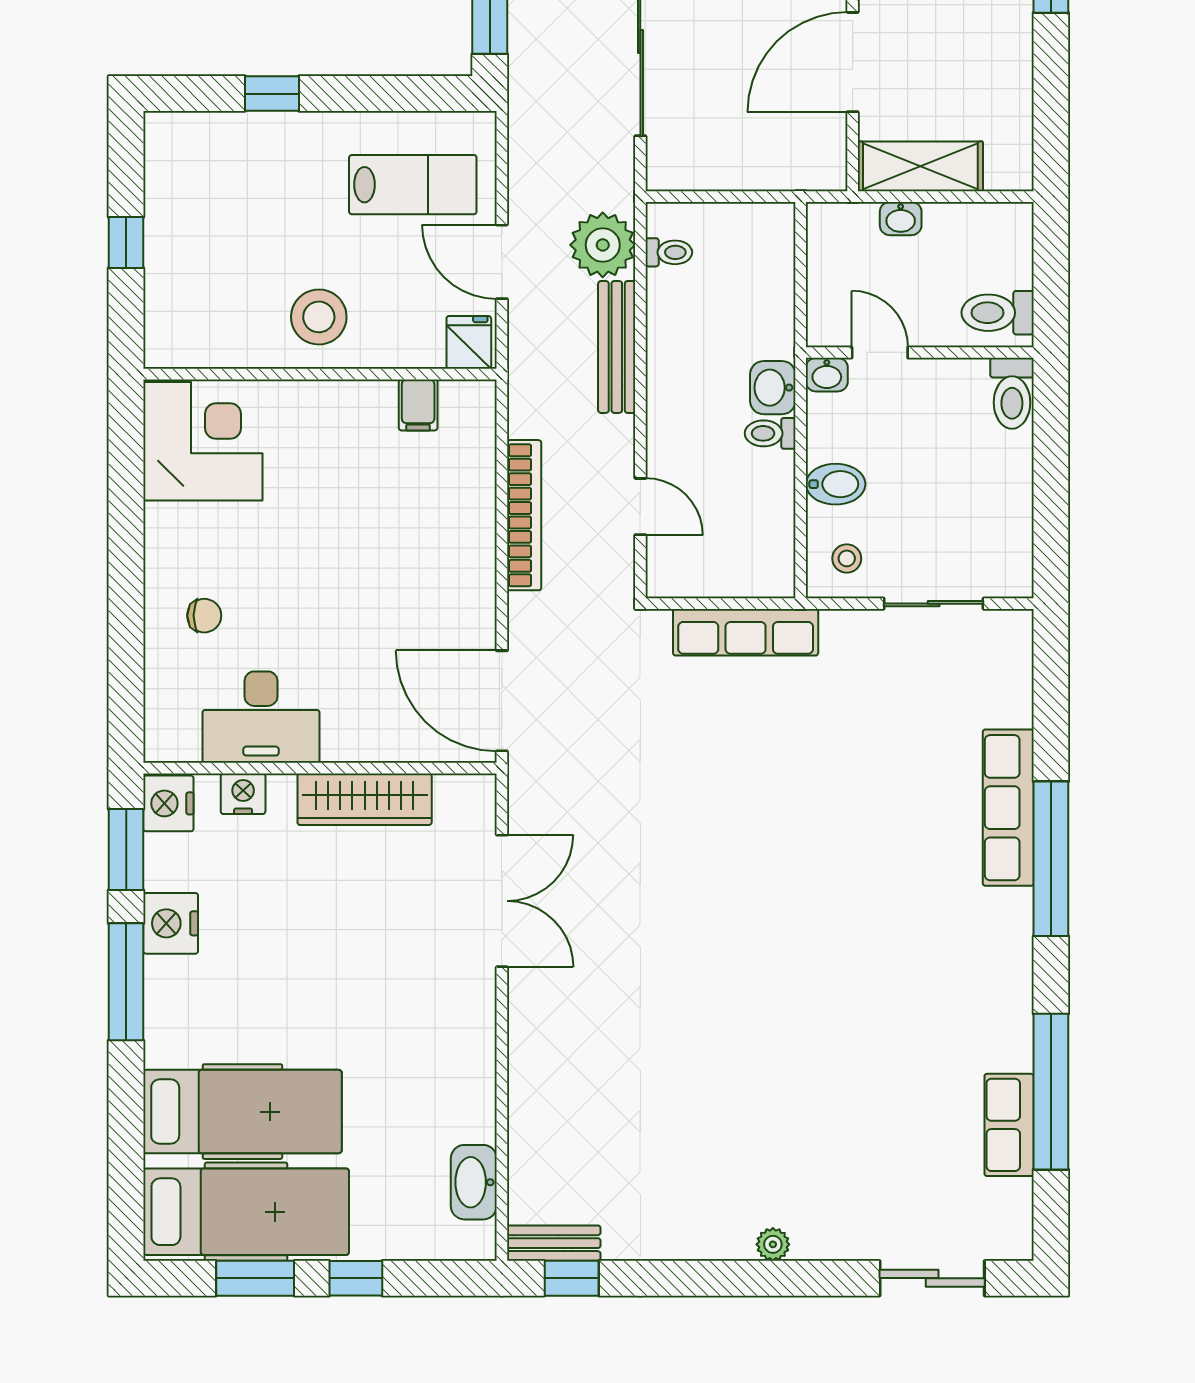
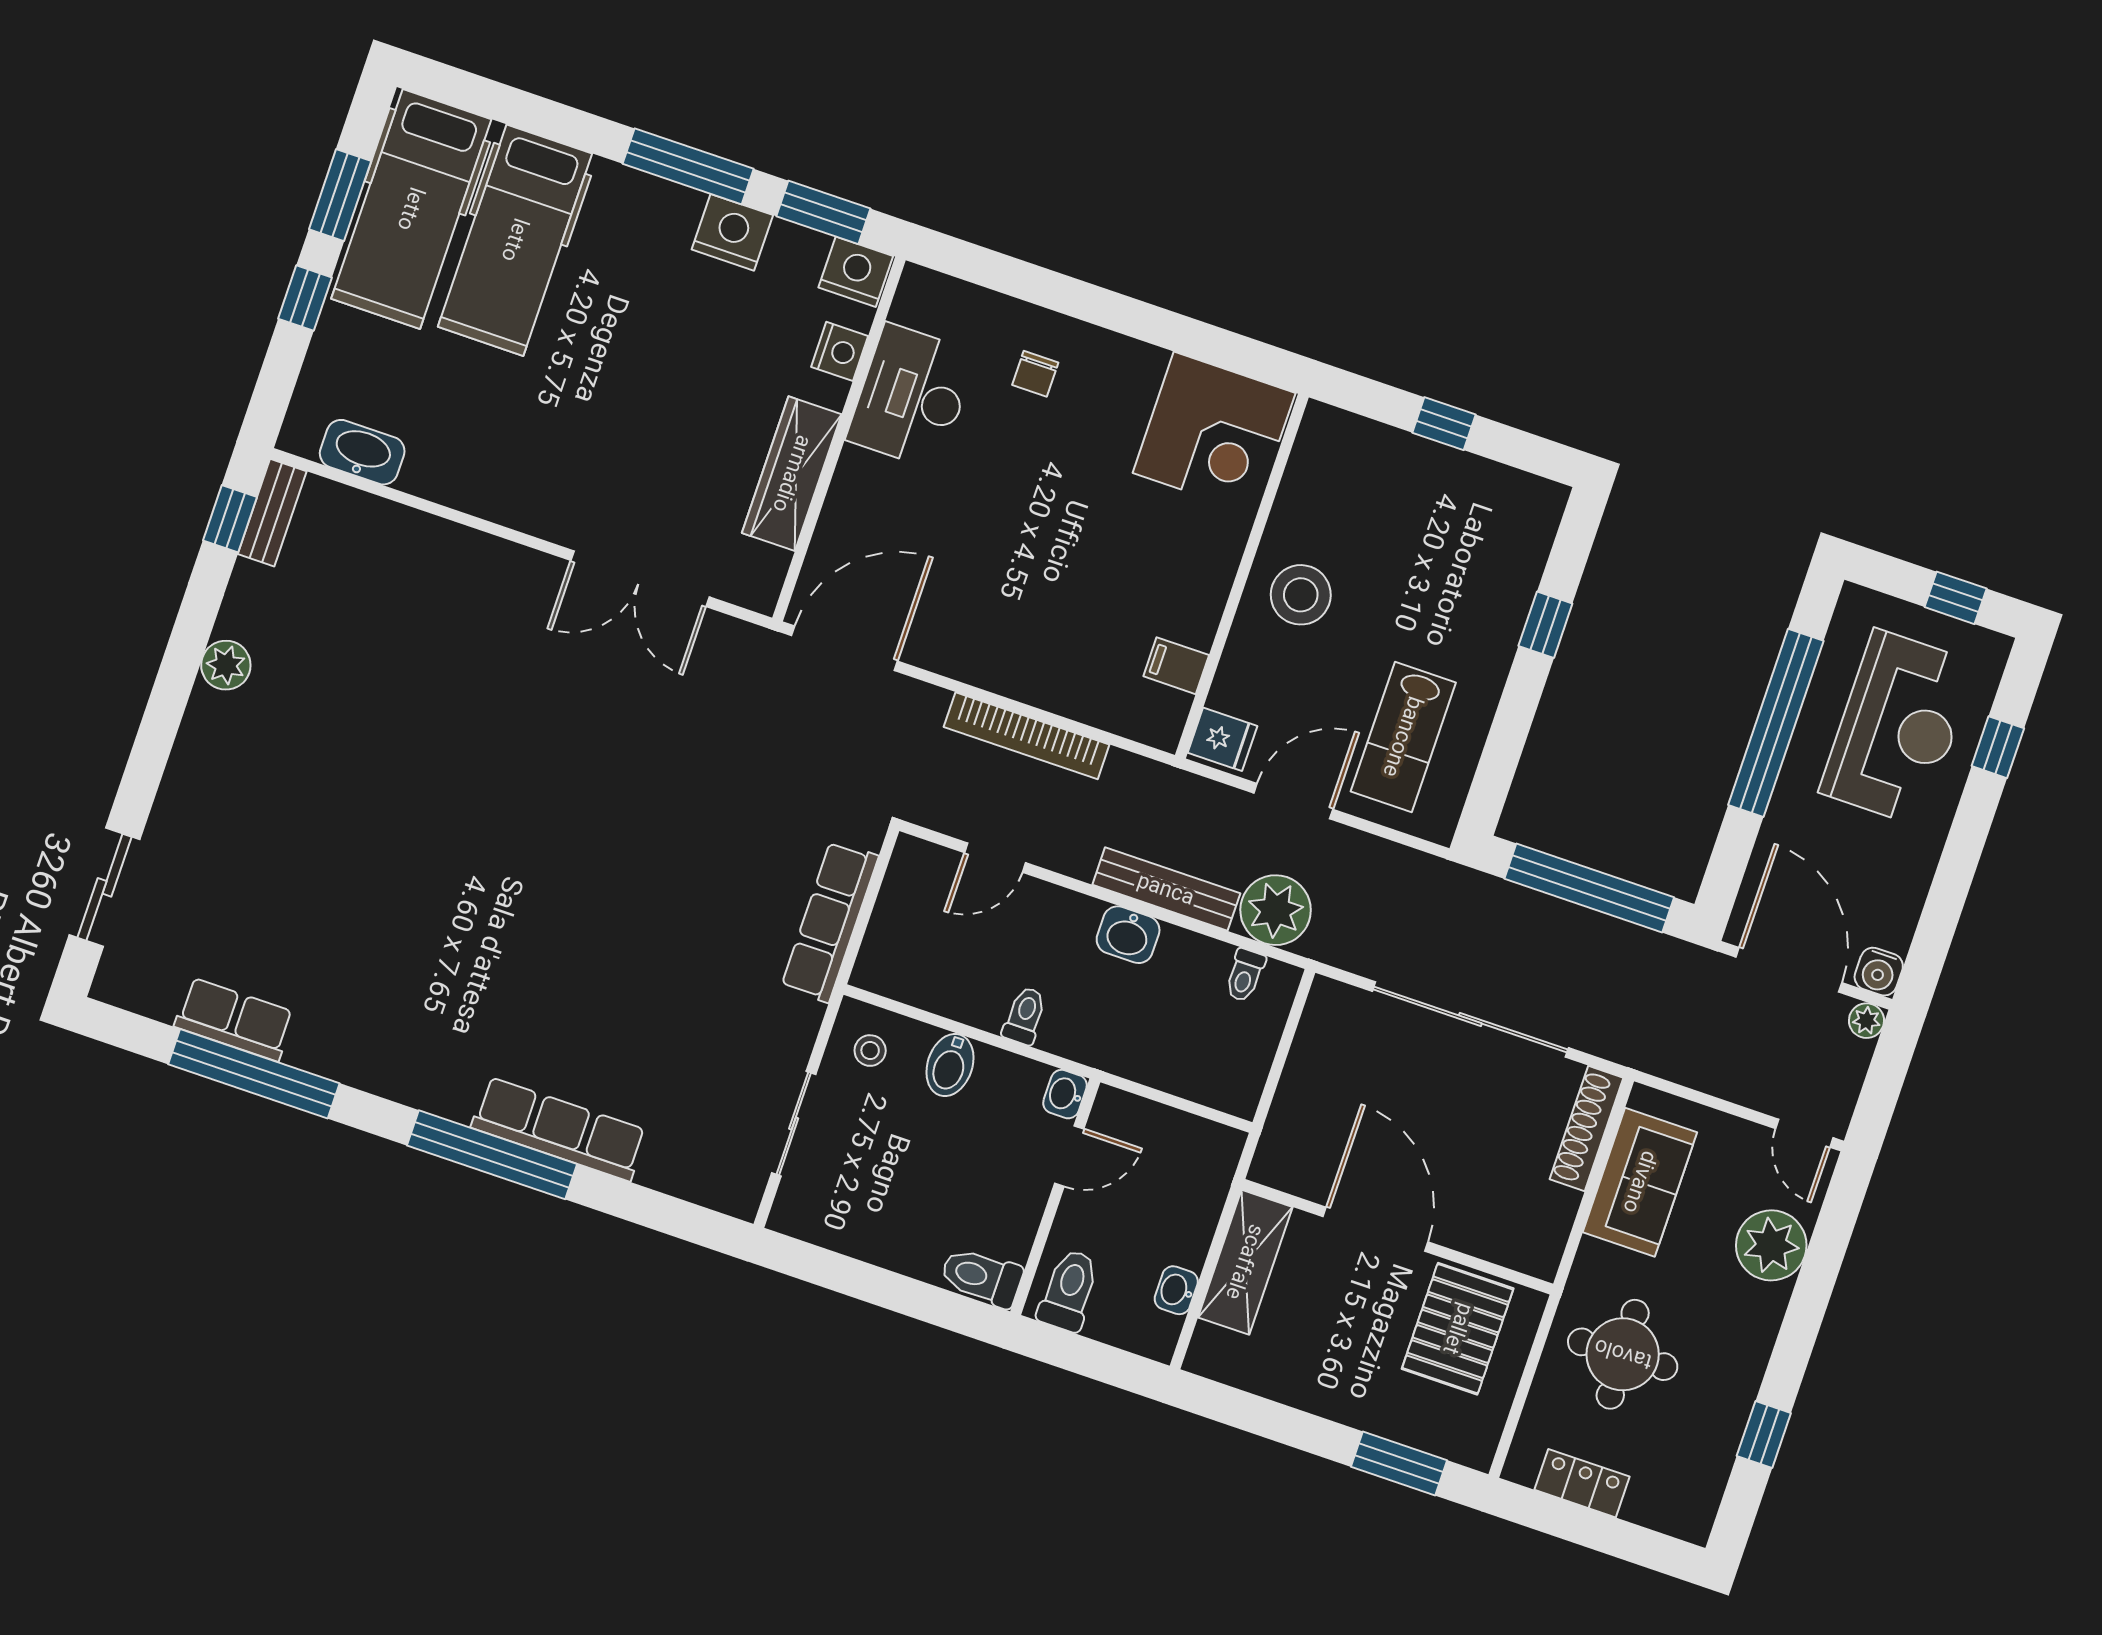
washbasin: (901, 219) -> (1176, 1290), moved
washbasin: (773, 388) -> (1128, 935), moved, turned 180
plant: (773, 1244) -> (226, 665), moved, width x1.38, depth x1.38

